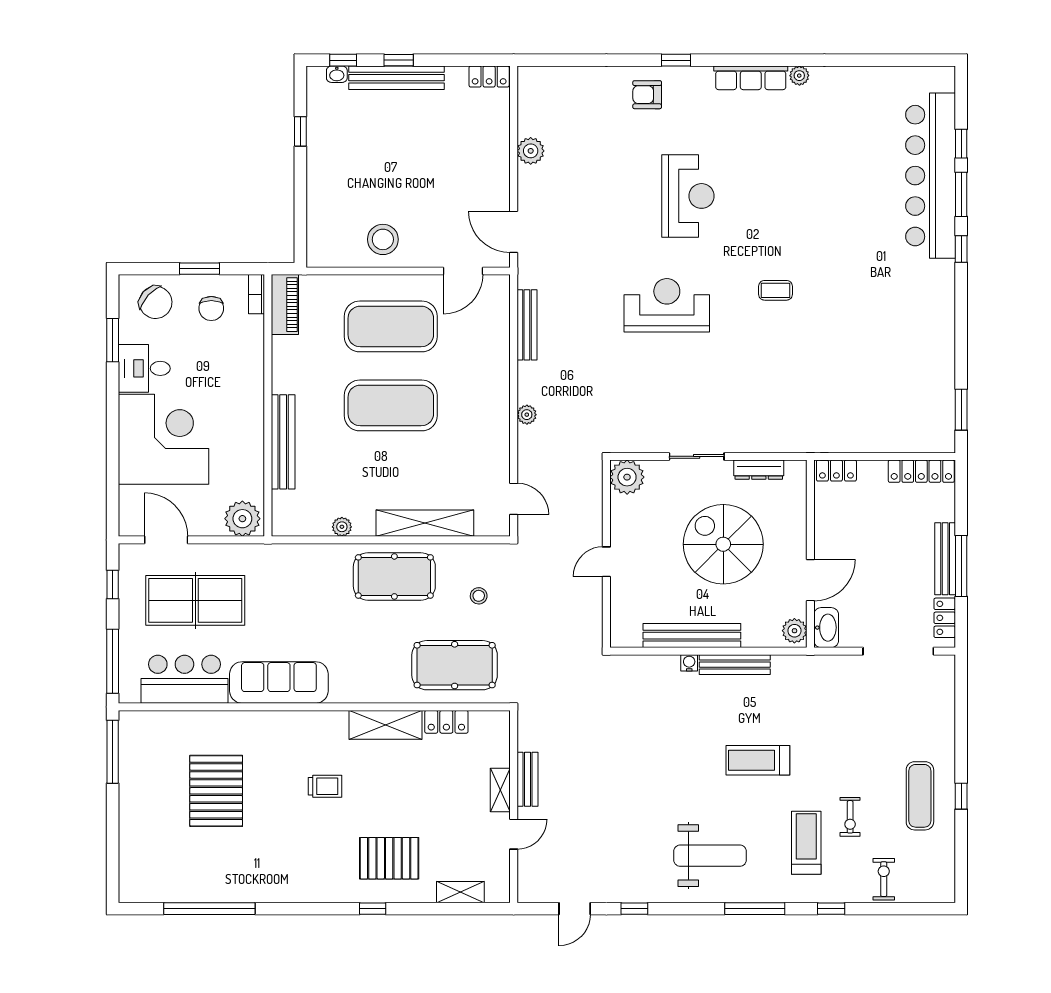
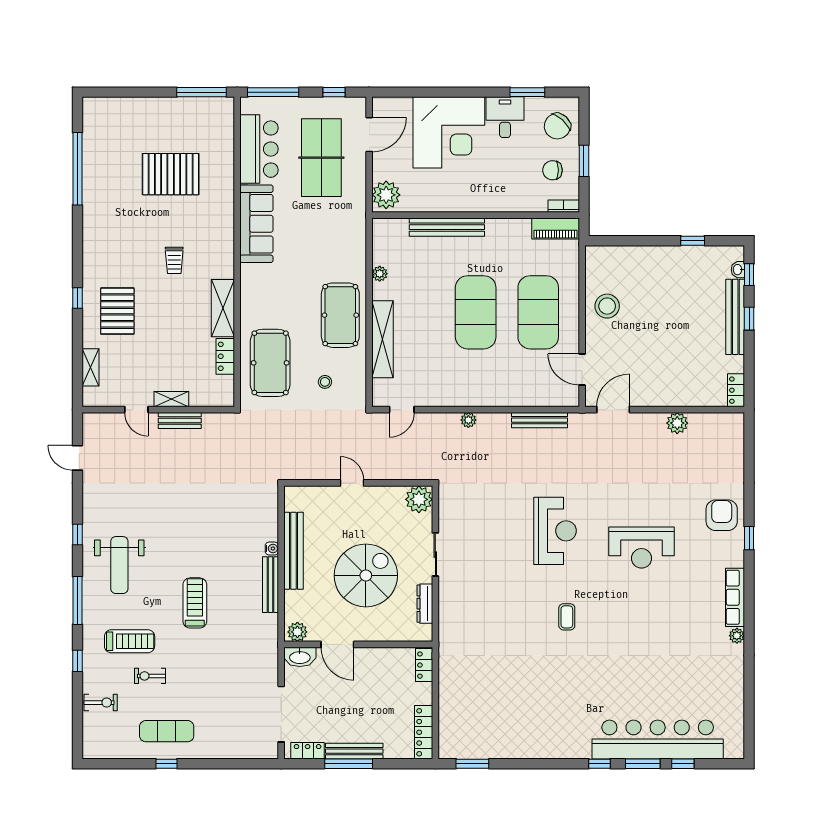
armchair: (647, 95) -> (722, 515), width x1.38, depth x1.38
window: (634, 909) -> (77, 535), moved

